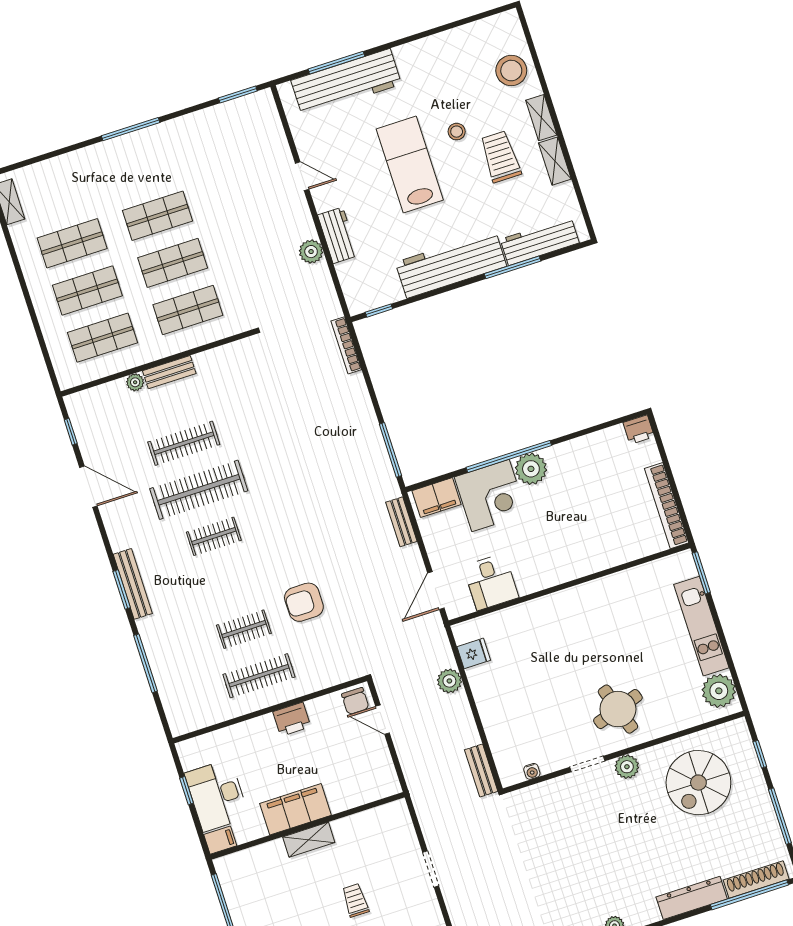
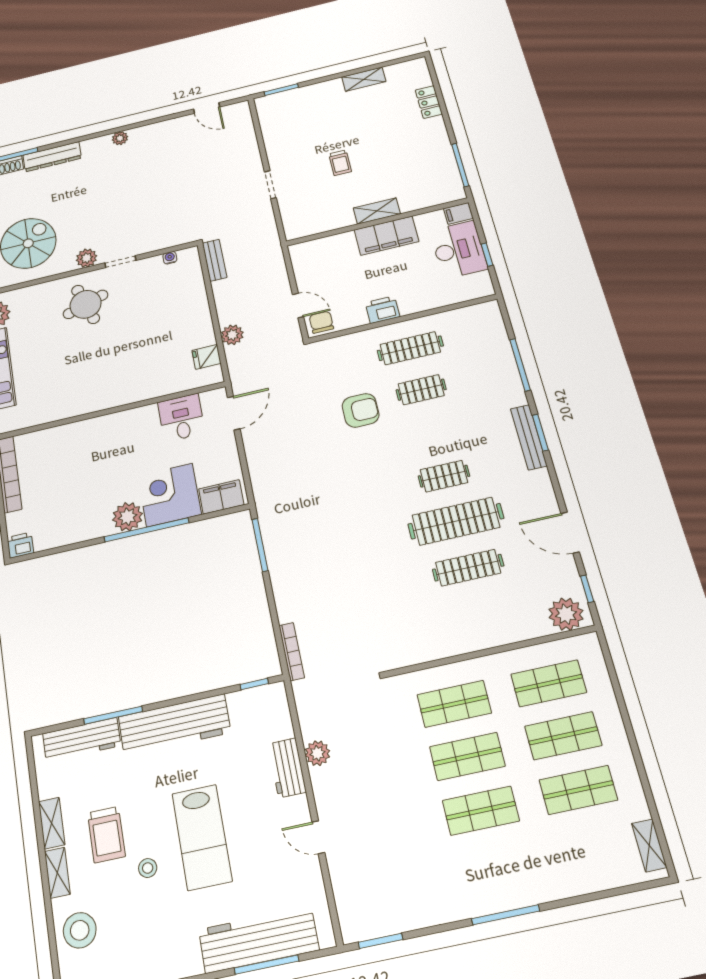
bench: (169, 372) -> (479, 641), removed
plant: (135, 382) -> (566, 614), moved, width x1.88, depth x1.88
bench: (401, 522) -> (258, 477), removed

